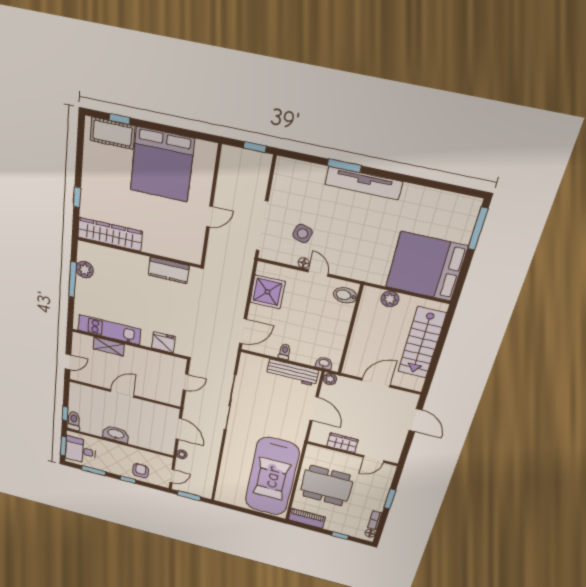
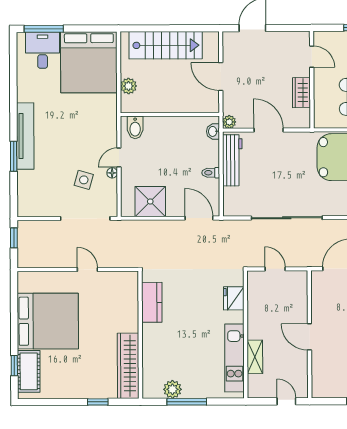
desk: (454, 222) -> (43, 50), added
door: (314, 409) -> (269, 130), hinge flipped

